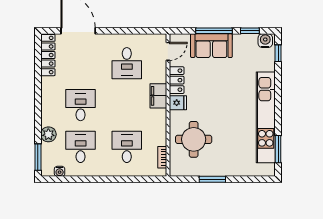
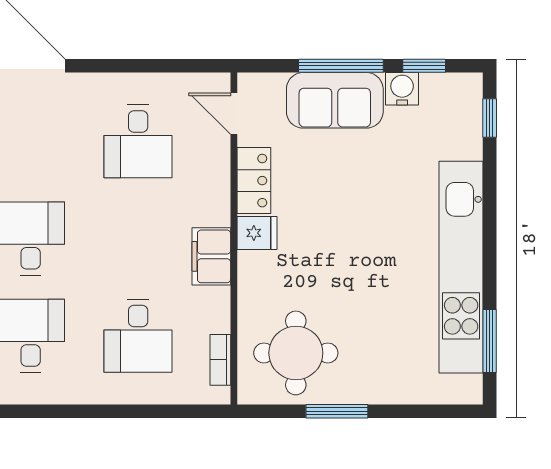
water cooler: (265, 41) -> (402, 89), moved
door: (168, 51) -> (234, 114), swing flipped
filing cabinet: (158, 96) -> (211, 256), moved
round table: (194, 139) -> (296, 353), moved
desk: (127, 147) -> (138, 336), turned 180

